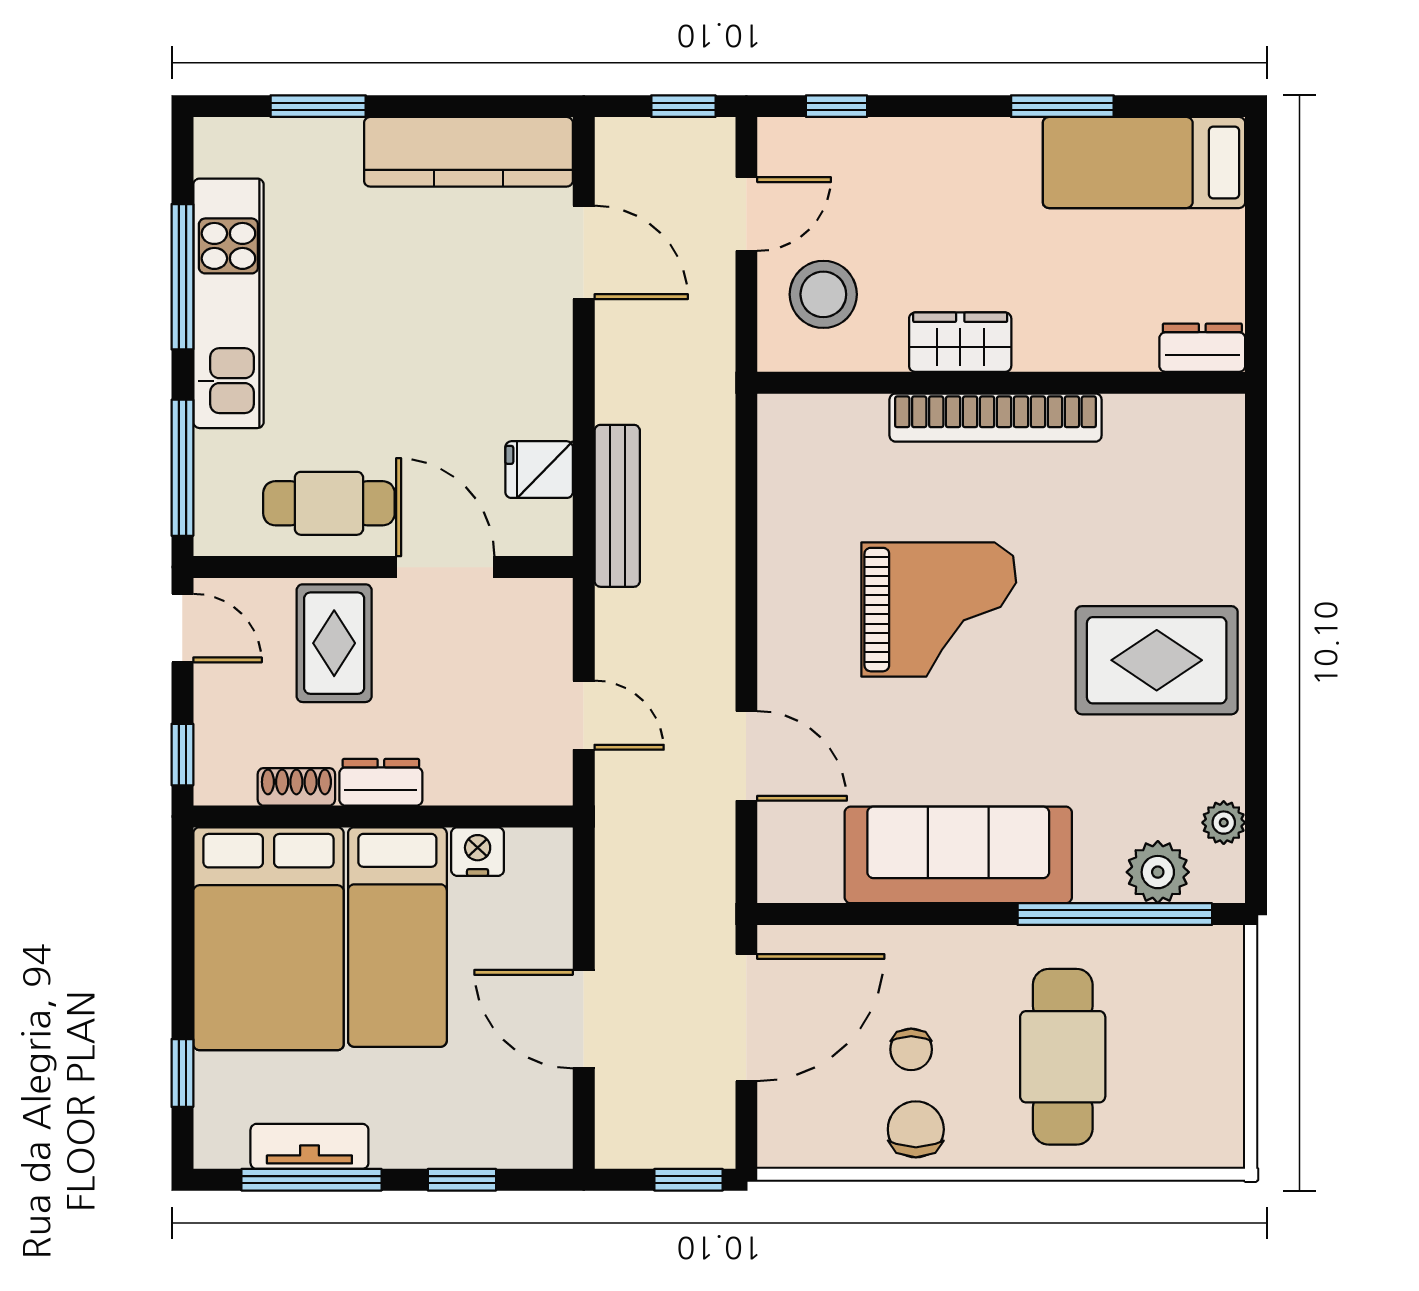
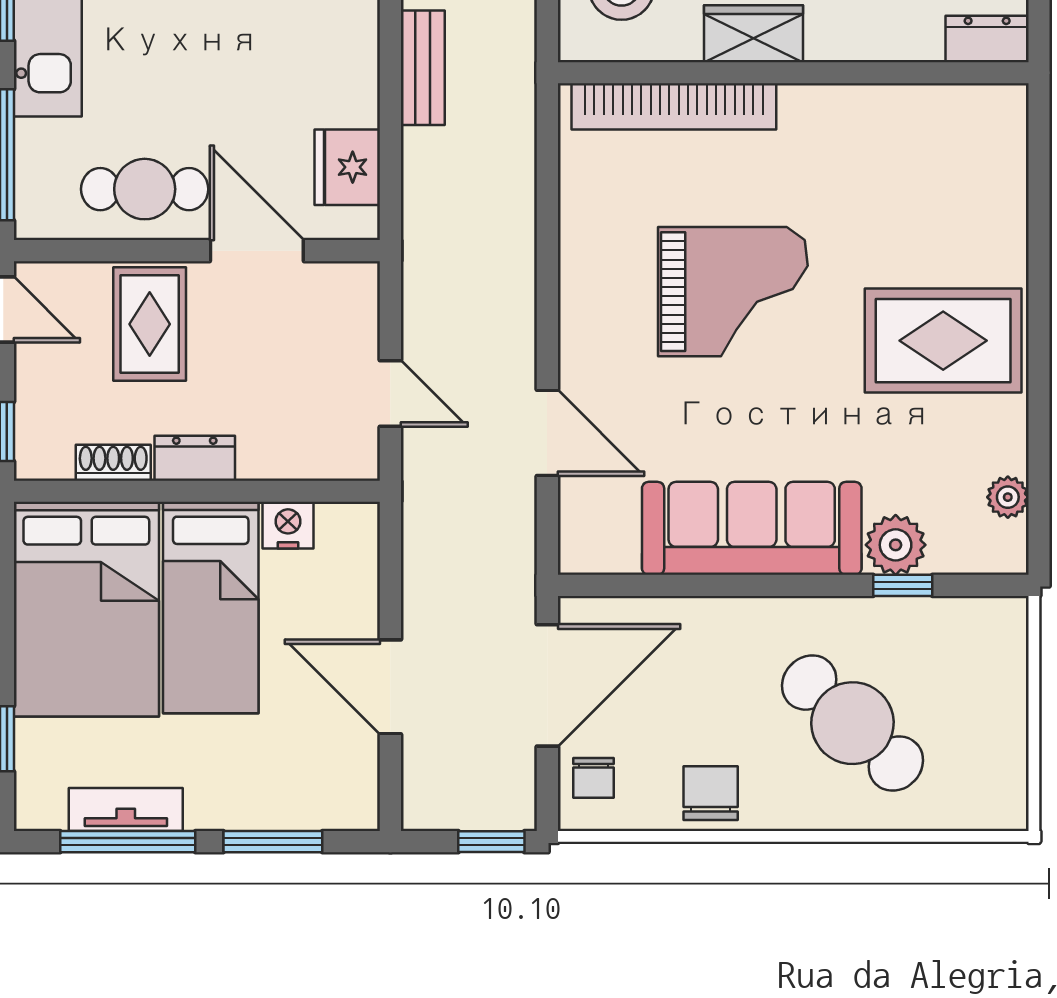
bookcase: (996, 418) -> (674, 106), moved
fridge: (539, 470) -> (347, 167), width x1.38
bench: (617, 506) -> (423, 68), moved, width x0.73
plant: (1158, 872) -> (896, 545), moved
window: (1115, 914) -> (903, 585), width x0.32
chair: (911, 1049) -> (594, 778), moved
cafe table: (1063, 1057) -> (852, 723), turned -47
window: (462, 1180) -> (273, 842), width x1.50

